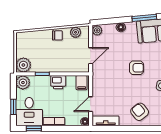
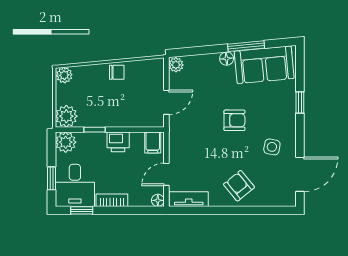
floor lamp: (121, 27) -> (227, 59), moved
plant: (76, 32) -> (64, 75), moved

